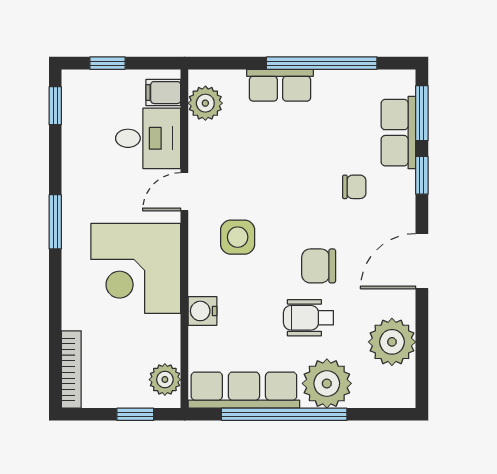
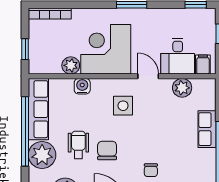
plant: (205, 103) -> (182, 88), moved
plant: (165, 380) -> (71, 65), moved

